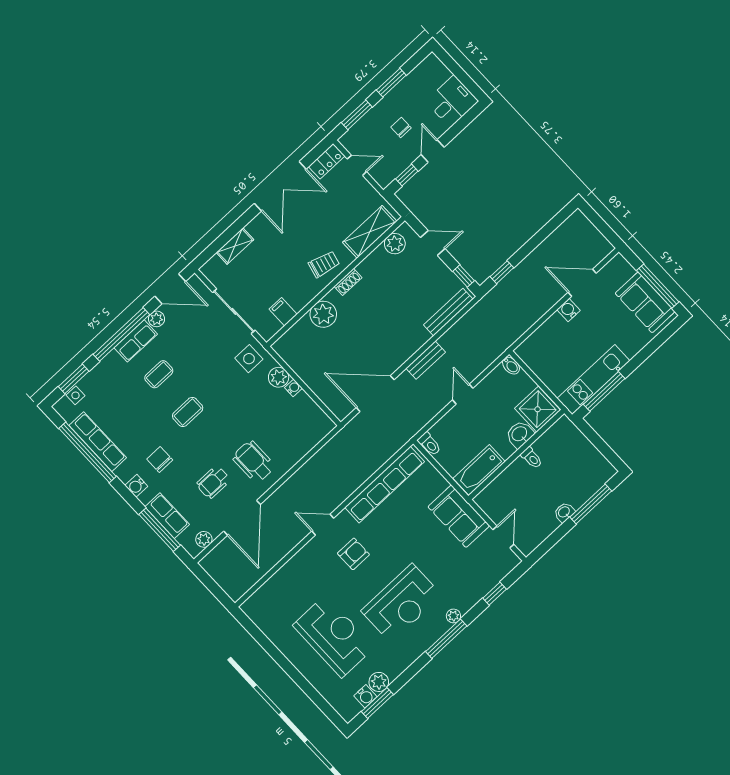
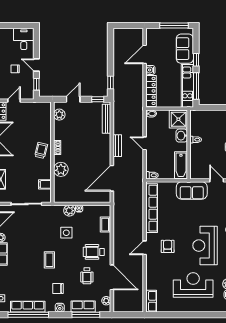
shelving: (370, 232) -> (45, 120), removed
sofa: (645, 302) -> (185, 49), moved, turned 90
locker: (541, 337) -> (151, 91), added
side table: (249, 359) -> (66, 233), moved
window: (639, 359) -> (196, 60), added
coffee table: (159, 374) -> (105, 225), moved
row of seats: (259, 600) -> (151, 301), added
reception desk: (402, 603) -> (205, 246), turned 180

